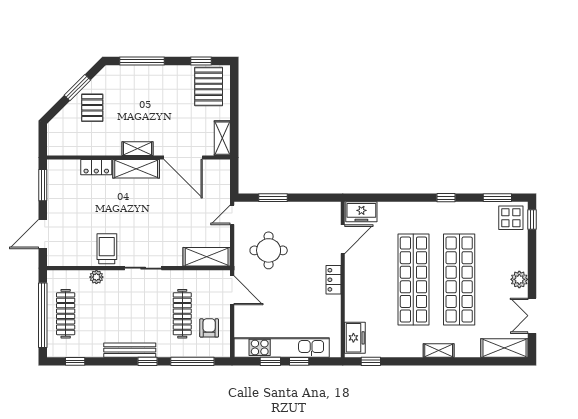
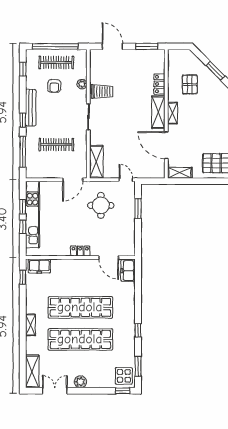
pallet: (92, 108) -> (190, 84), moved, turned 90
door: (183, 157) -> (166, 145), hinge flipped
armchair: (209, 328) -> (54, 86), moved, turned 90

